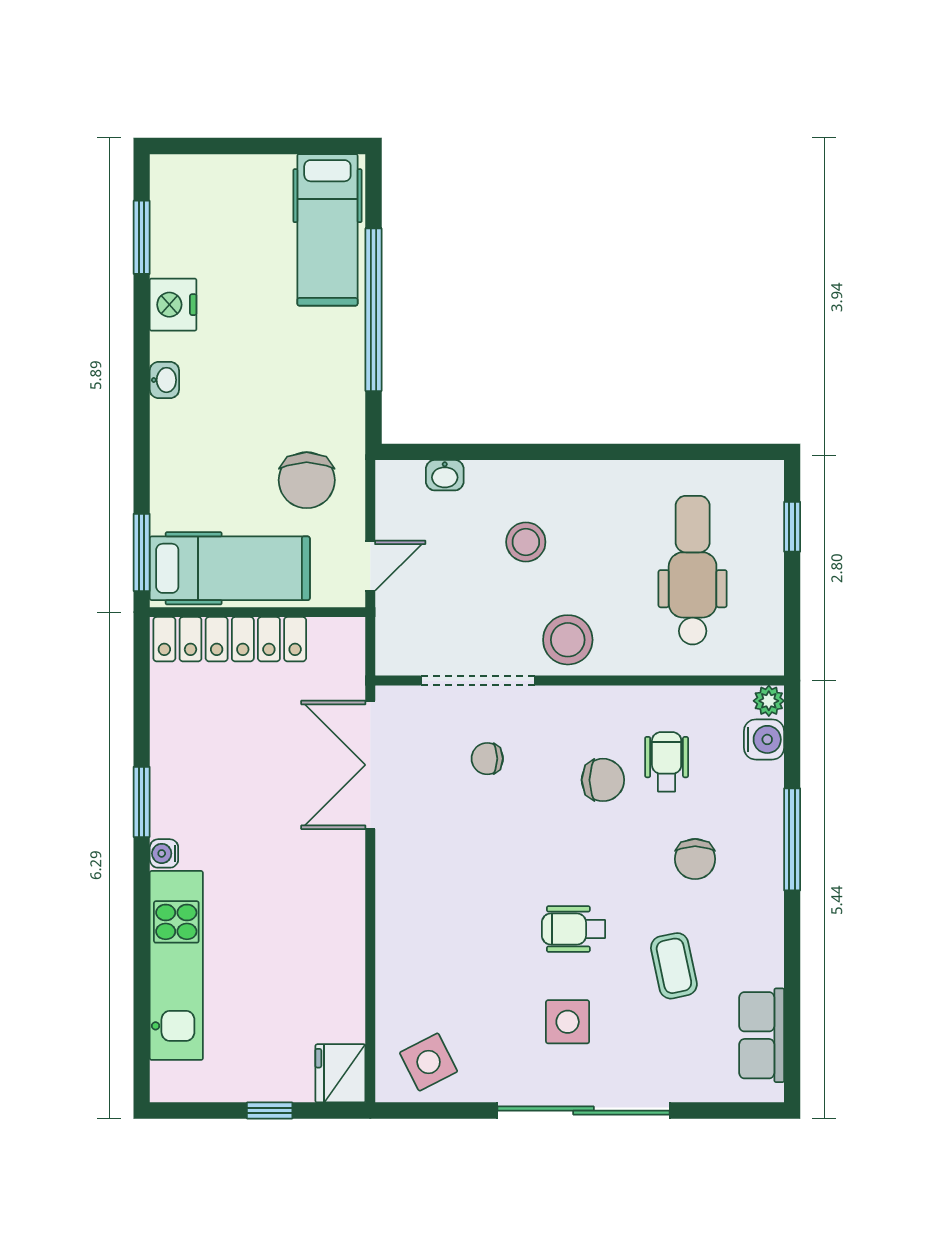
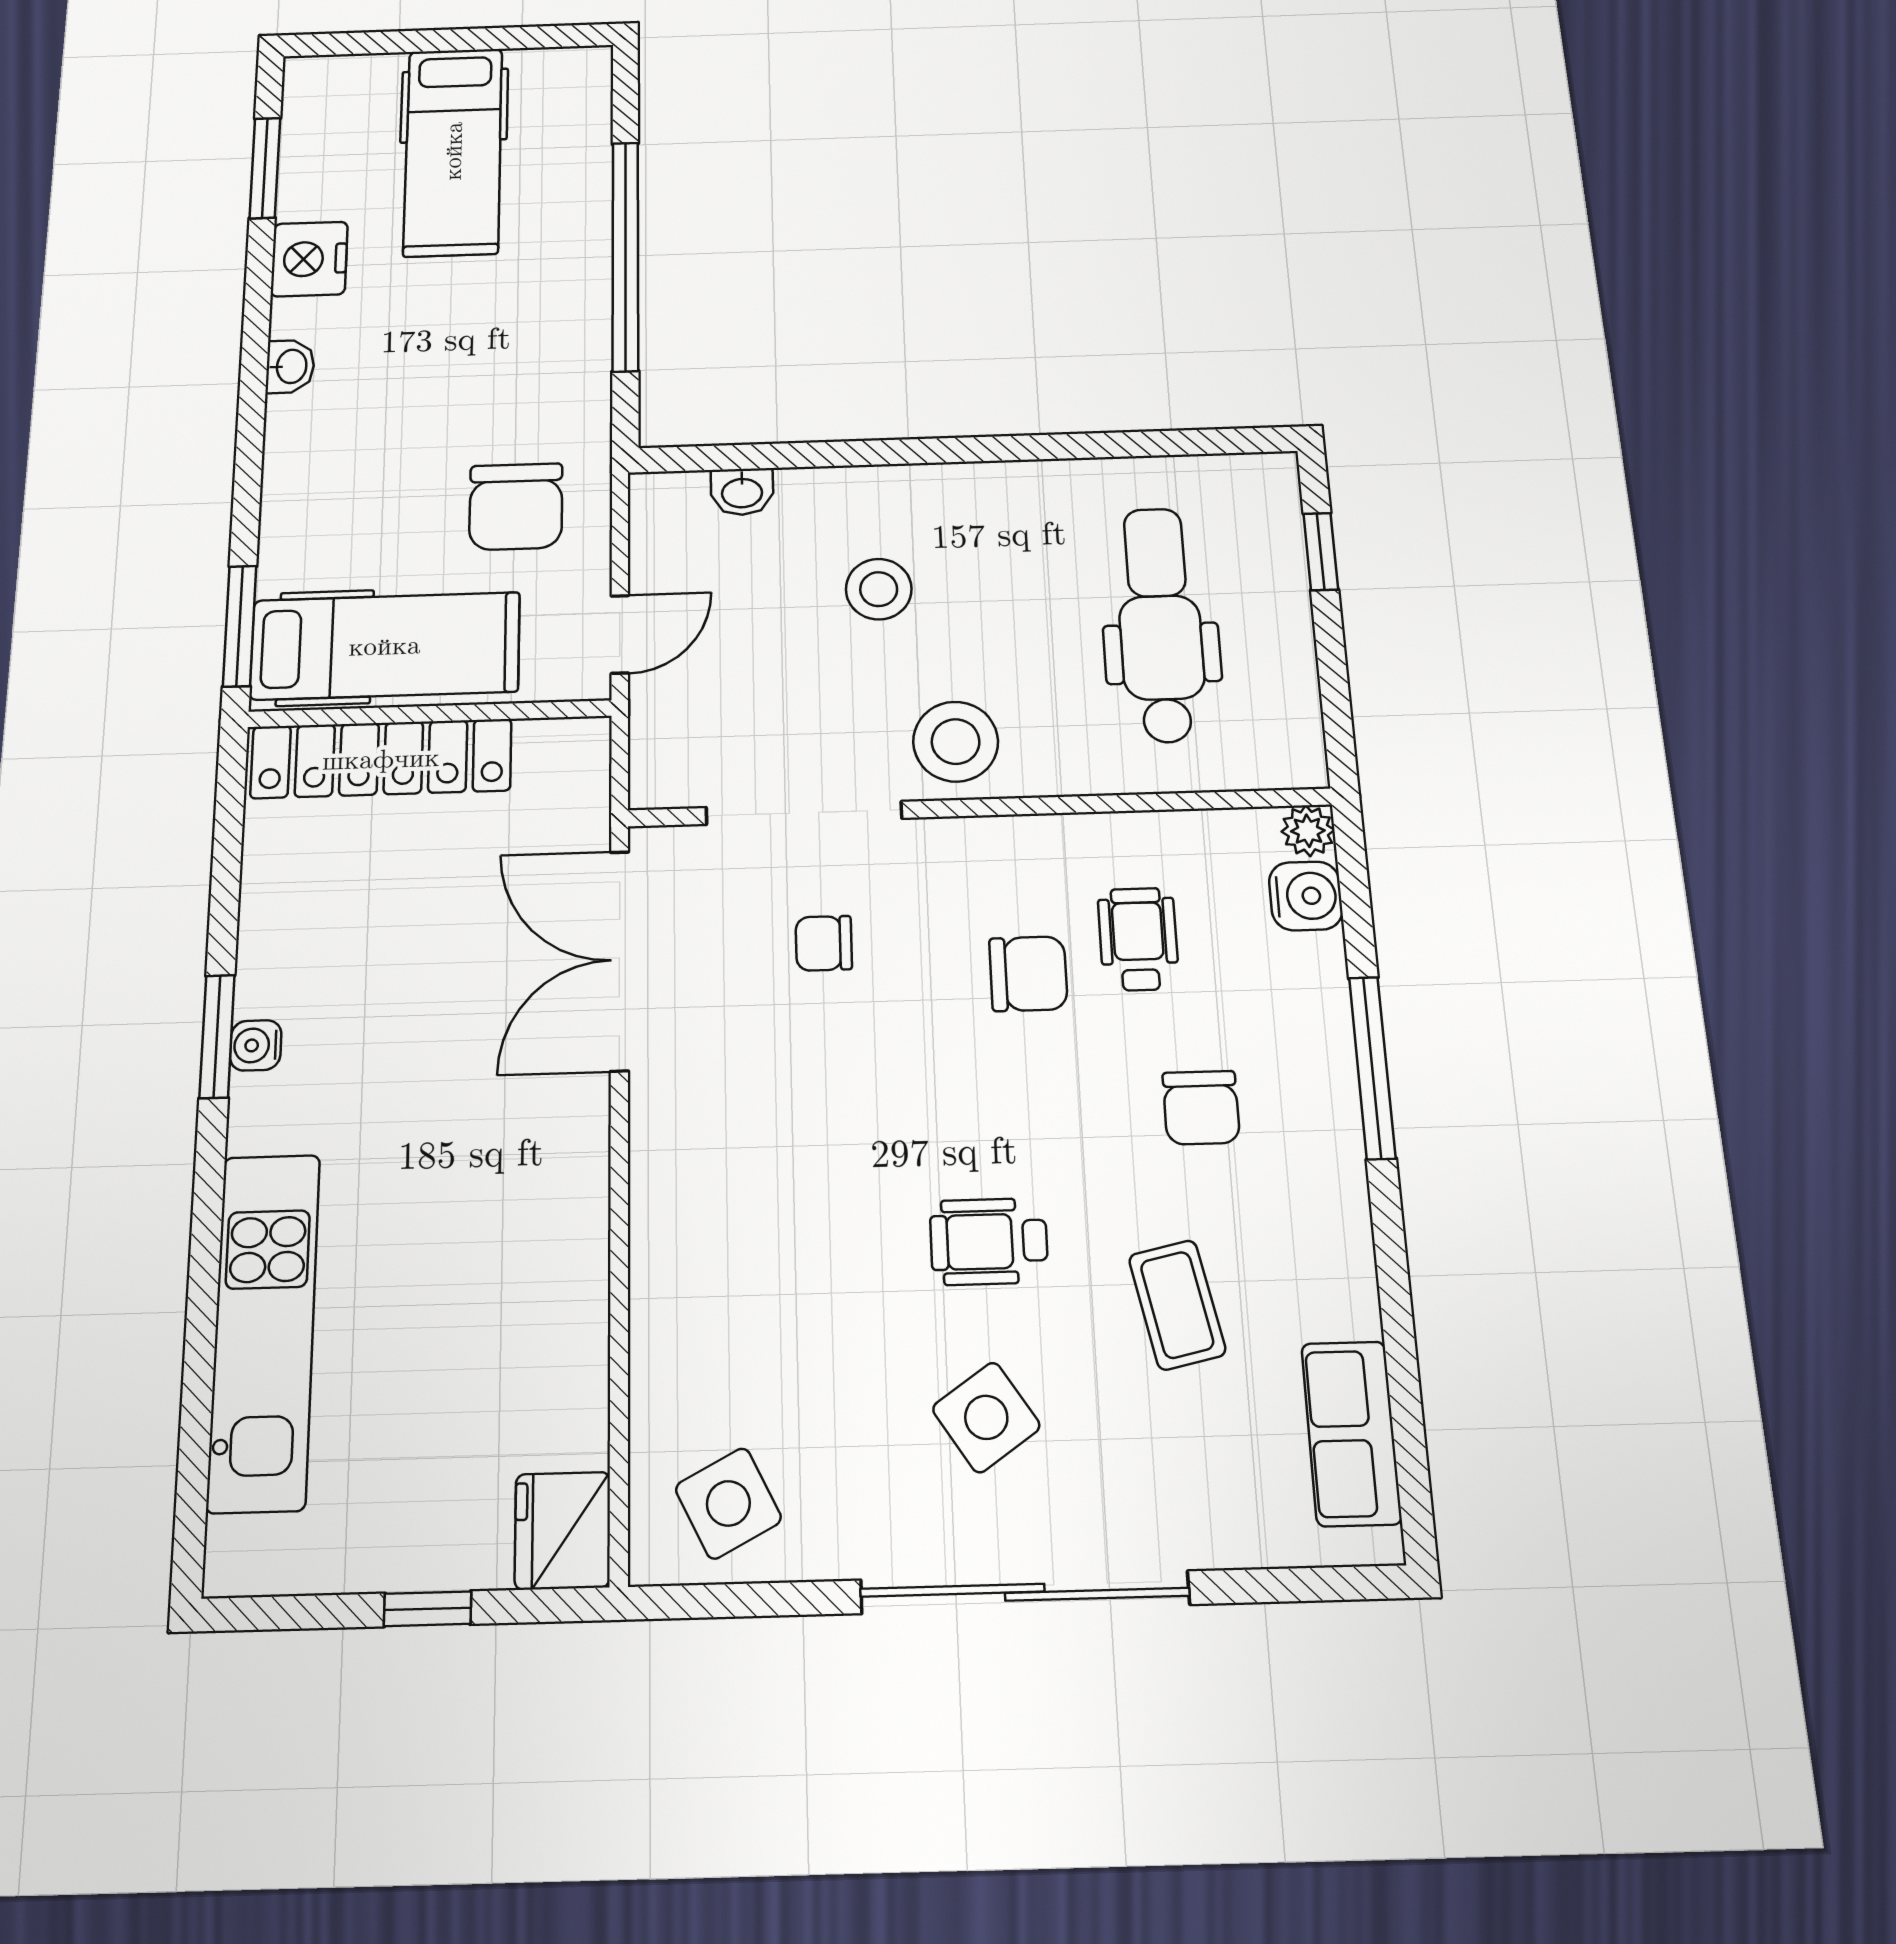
hospital bed: (327, 230) -> (453, 151), moved
water cooler: (164, 853) -> (256, 1045), moved
side table: (568, 1022) -> (986, 1417), turned -34

